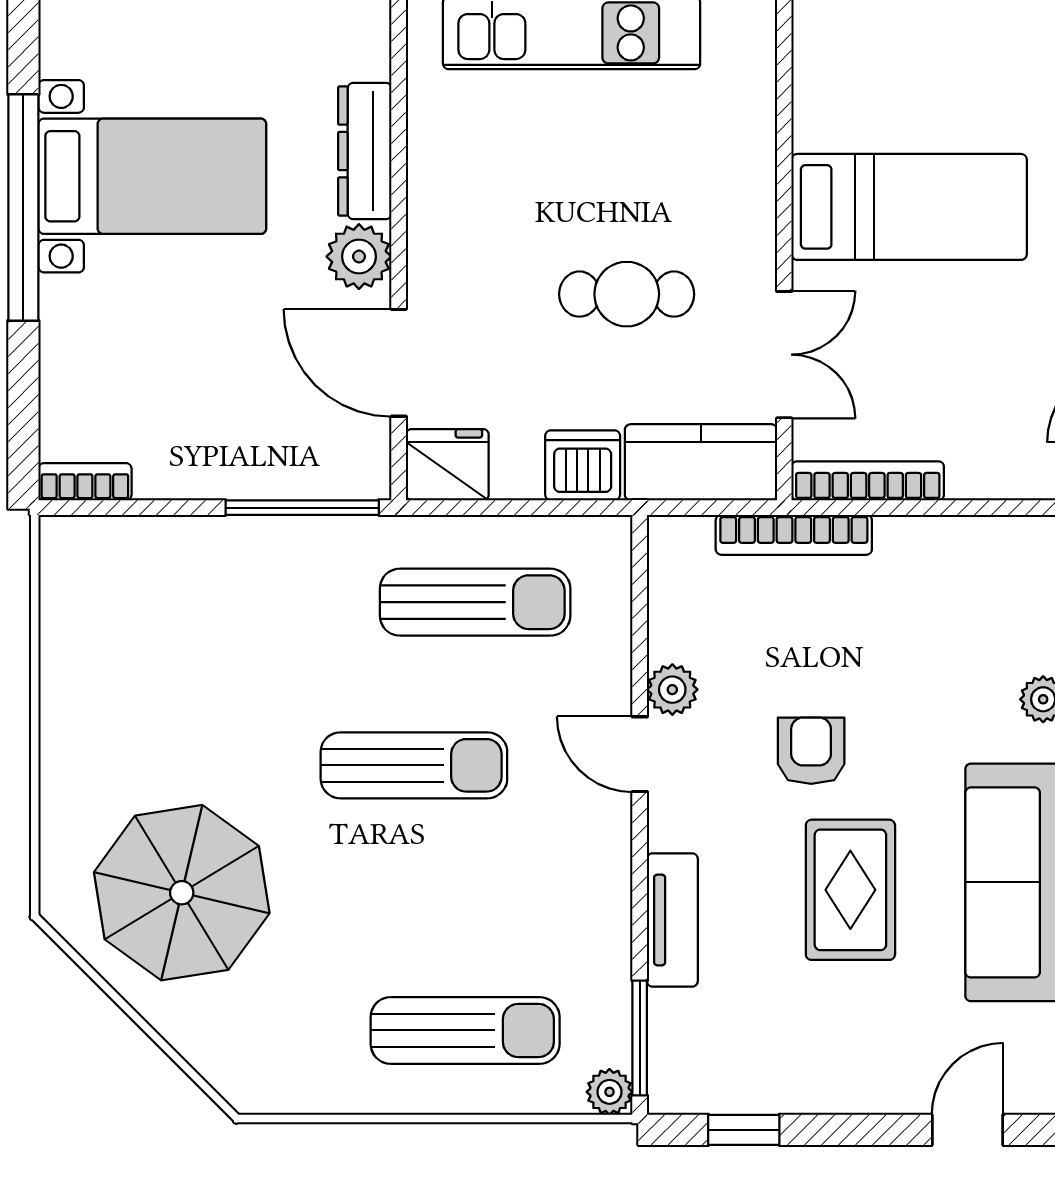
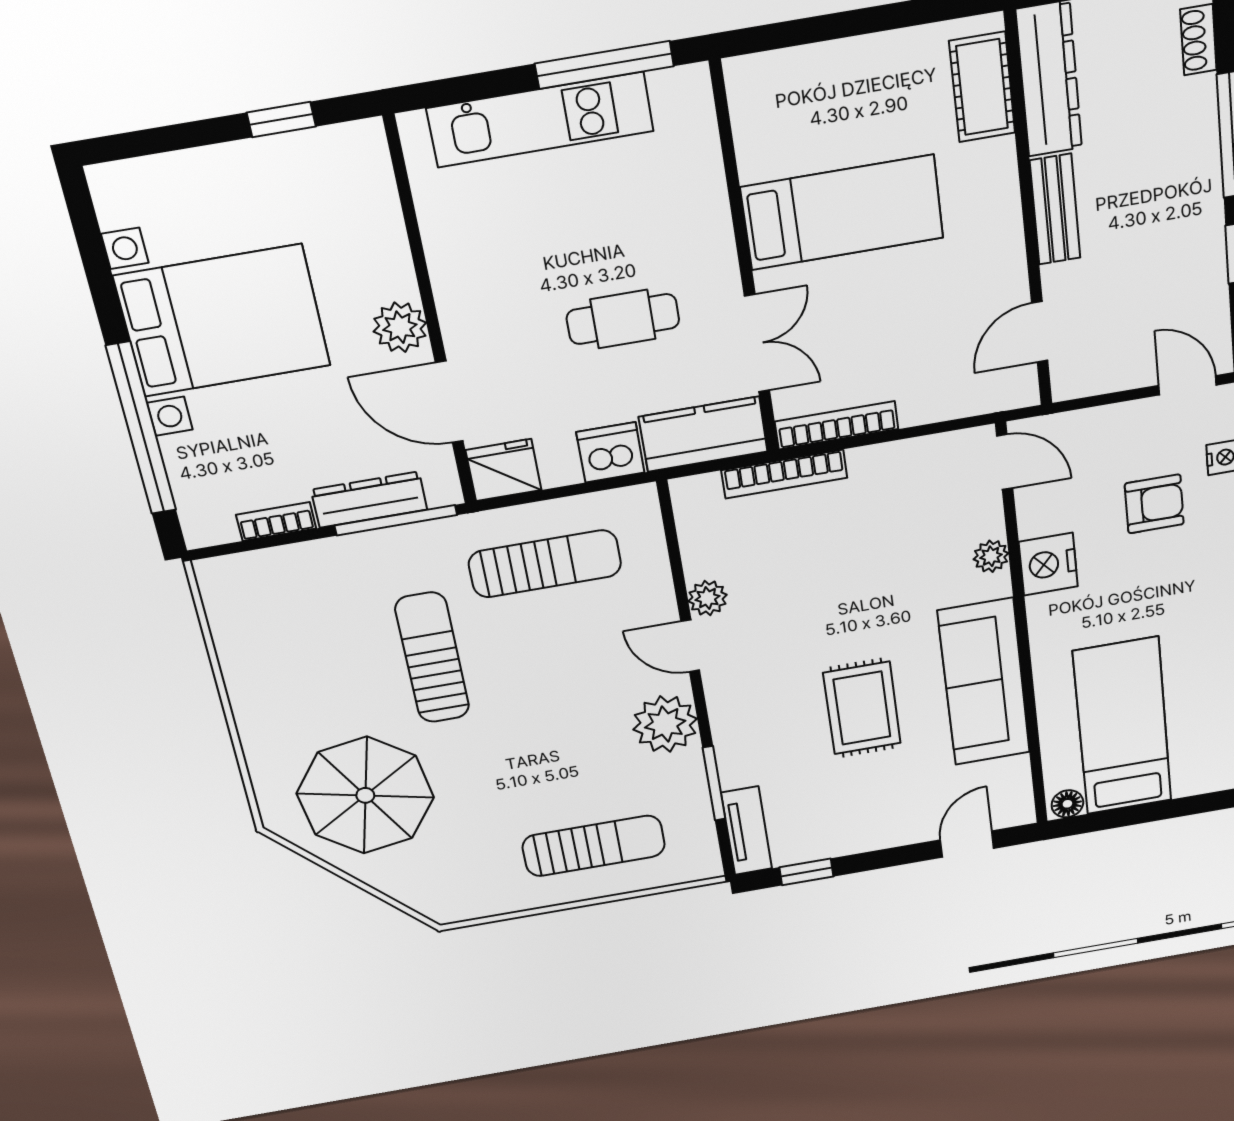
dresser: (365, 151) -> (369, 500), moved, turned 90
bed with nightstands: (152, 176) -> (223, 321), width x1.36
window: (23, 208) -> (141, 429), moved
bookcase: (85, 482) -> (276, 522), moved
armchair: (811, 751) -> (819, 621), removed
sun lounger: (414, 765) -> (432, 658), moved, turned -90
tv unit: (672, 920) -> (747, 831), moved
window: (640, 1038) -> (714, 783), moved
plant: (609, 1092) -> (665, 724), moved, width x1.88, depth x1.88

